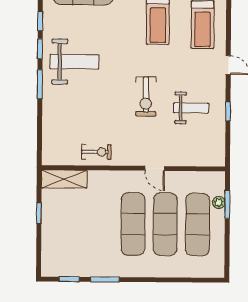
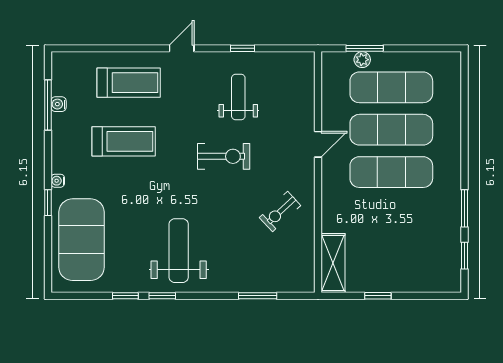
window: (40, 84) -> (258, 296), moved
exercise bike: (96, 152) -> (280, 212), moved, turned -133

